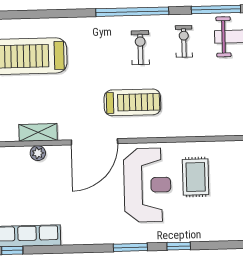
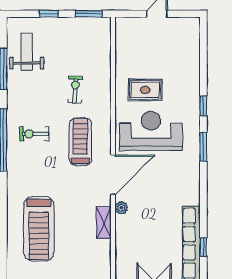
exercise bike: (184, 41) -> (75, 90), moved, turned 93
door: (94, 142) -> (113, 175), hinge flipped
plant: (38, 153) -> (121, 208), moved

